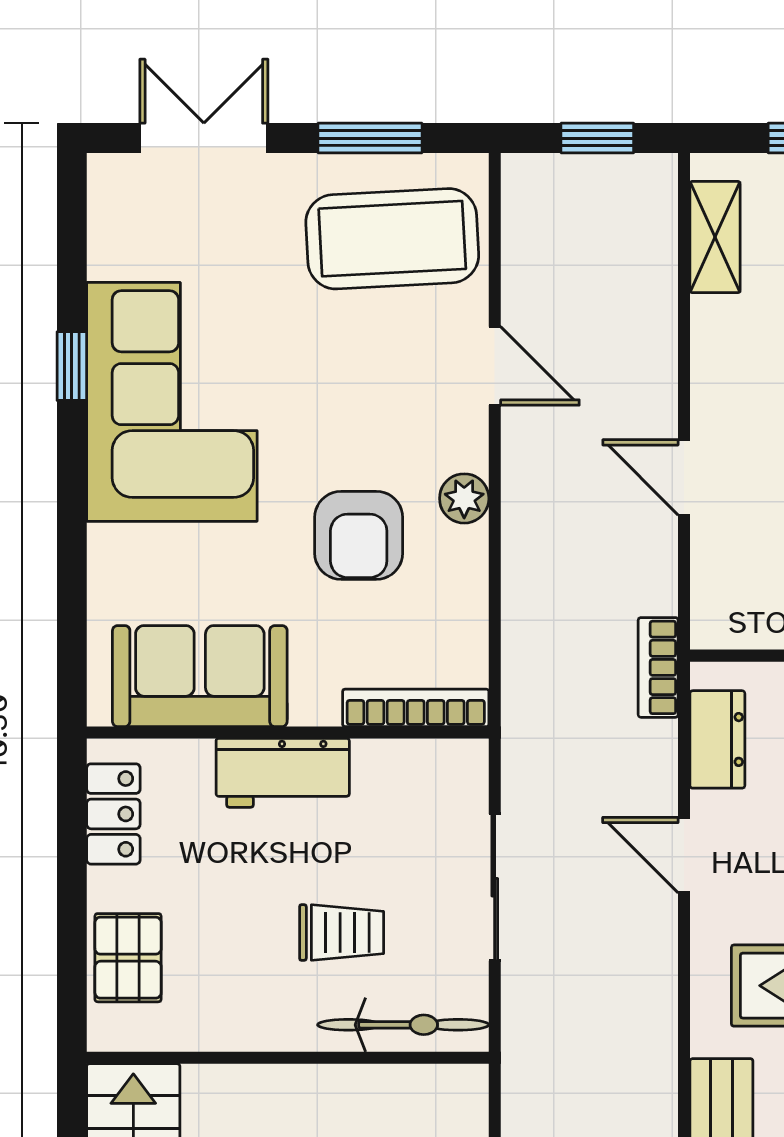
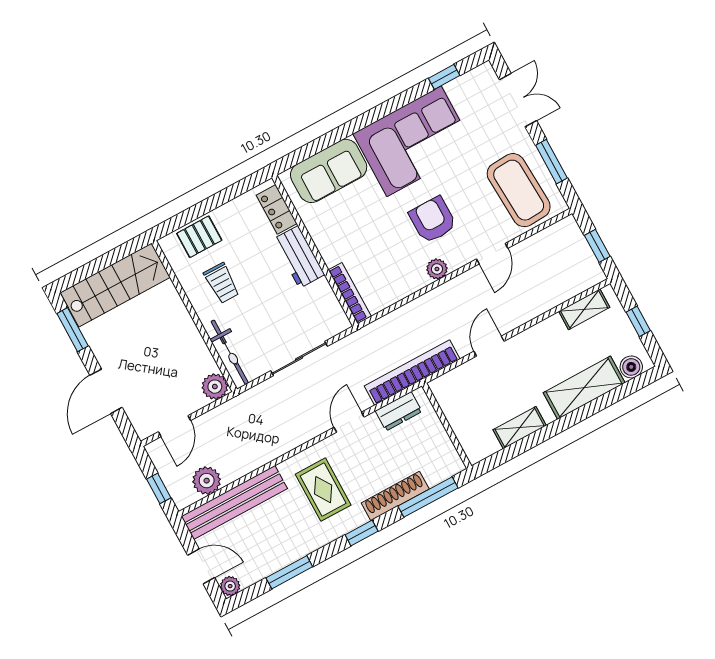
window: (72, 366) -> (444, 77), moved
armchair: (359, 535) -> (433, 220), moved, turned 90
bookcase: (658, 667) -> (412, 373), width x2.31, depth x1.31
sofa: (200, 676) -> (329, 171), moved, turned 90
locker: (113, 814) -> (277, 209), moved, turned 90
trolley: (342, 933) -> (222, 283), moved
plant: (458, 1095) -> (215, 387), added

